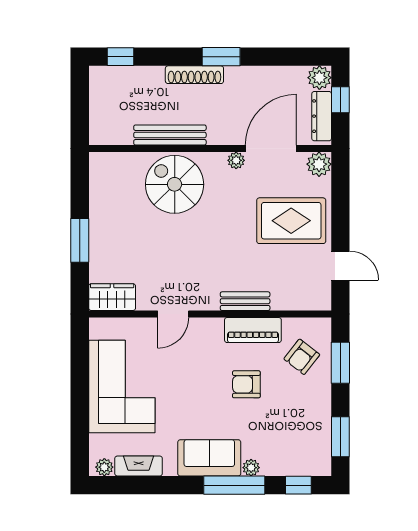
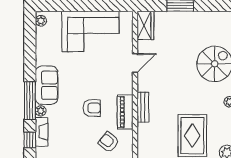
door: (173, 314) -> (135, 63), swing flipped
armchair: (246, 384) -> (92, 108), turned 90
fireplace: (139, 466) -> (42, 132), moved

